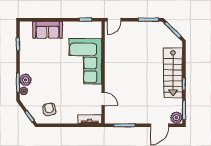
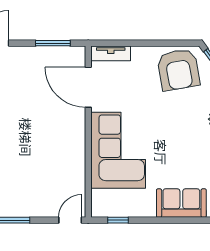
door: (103, 99) -> (88, 87), width x1.87
armchair: (49, 109) -> (178, 70), width x1.88, depth x1.88

